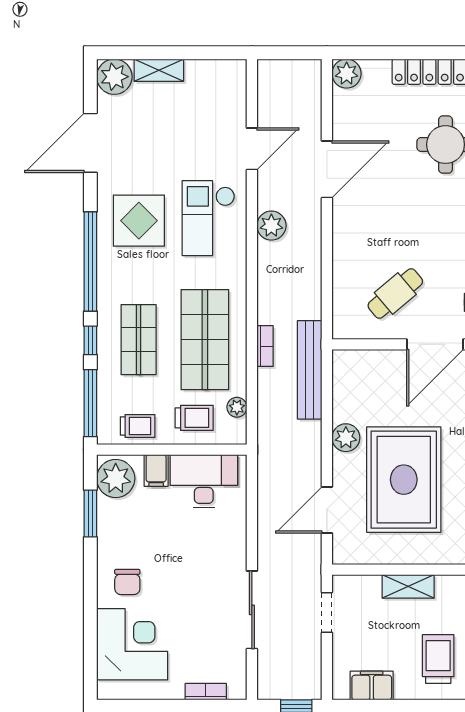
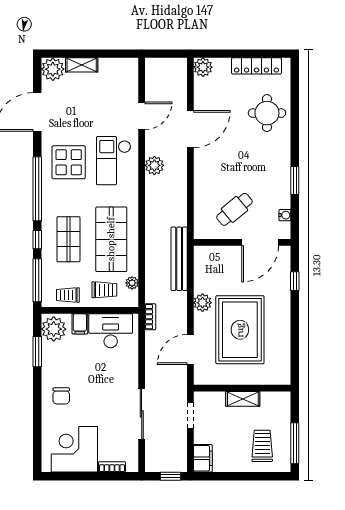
bookcase: (265, 346) -> (150, 317), moved
trolley: (138, 426) -> (68, 295), turned 180
corner desk: (132, 644) -> (74, 449), moved, turned -90
filing cabinet: (372, 686) -> (203, 458), moved, turned 90

